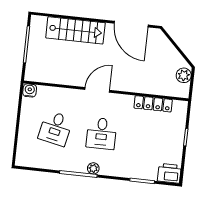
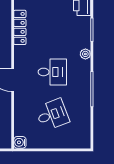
desk: (56, 128) -> (52, 115), turned -33
plant: (93, 168) -> (85, 54), moved

